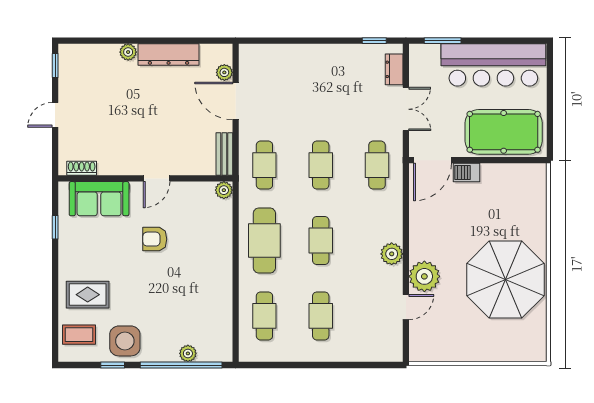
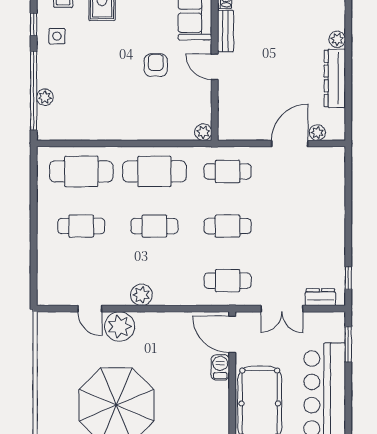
bench: (224, 154) -> (225, 31), moved, turned 90
cafe table: (264, 316) -> (81, 171), width x1.37, depth x1.35
side table: (125, 341) -> (57, 36), width x0.54, depth x0.54

